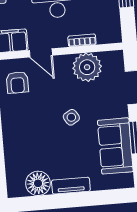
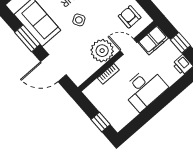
plant: (87, 67) -> (102, 51), moved

